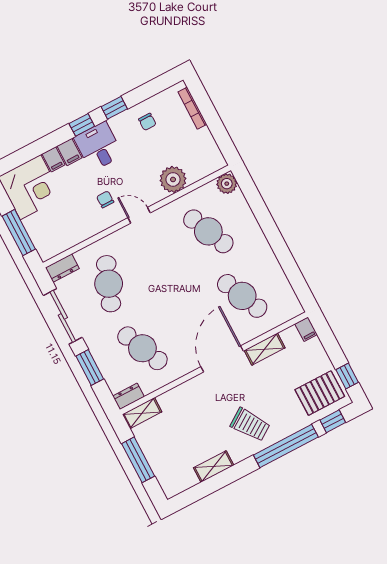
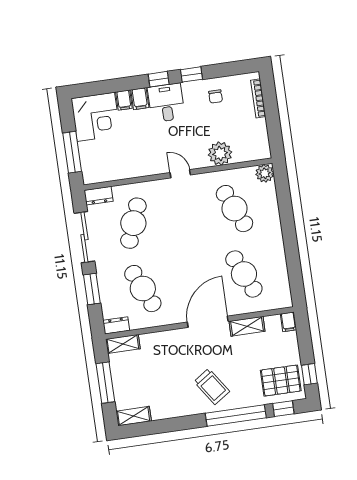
chair: (105, 199) -> (156, 150), removed
shelving: (214, 467) -> (134, 416), moved

